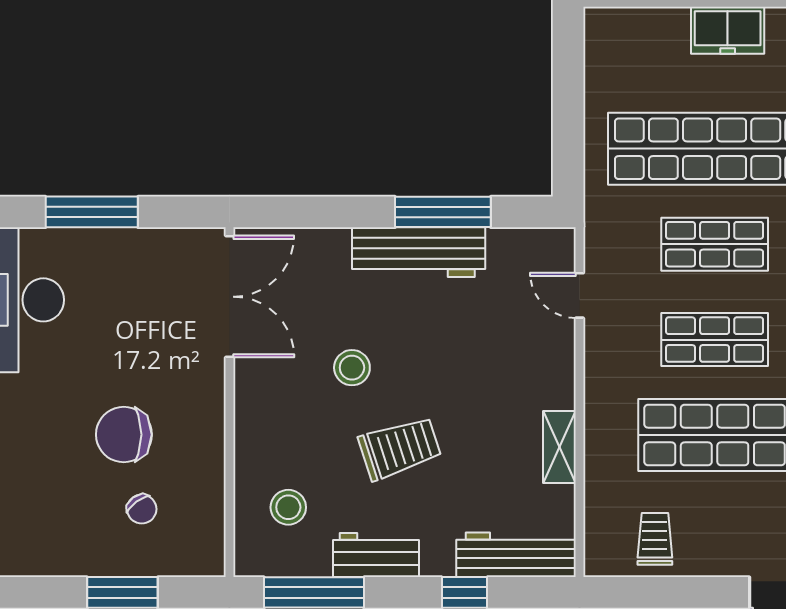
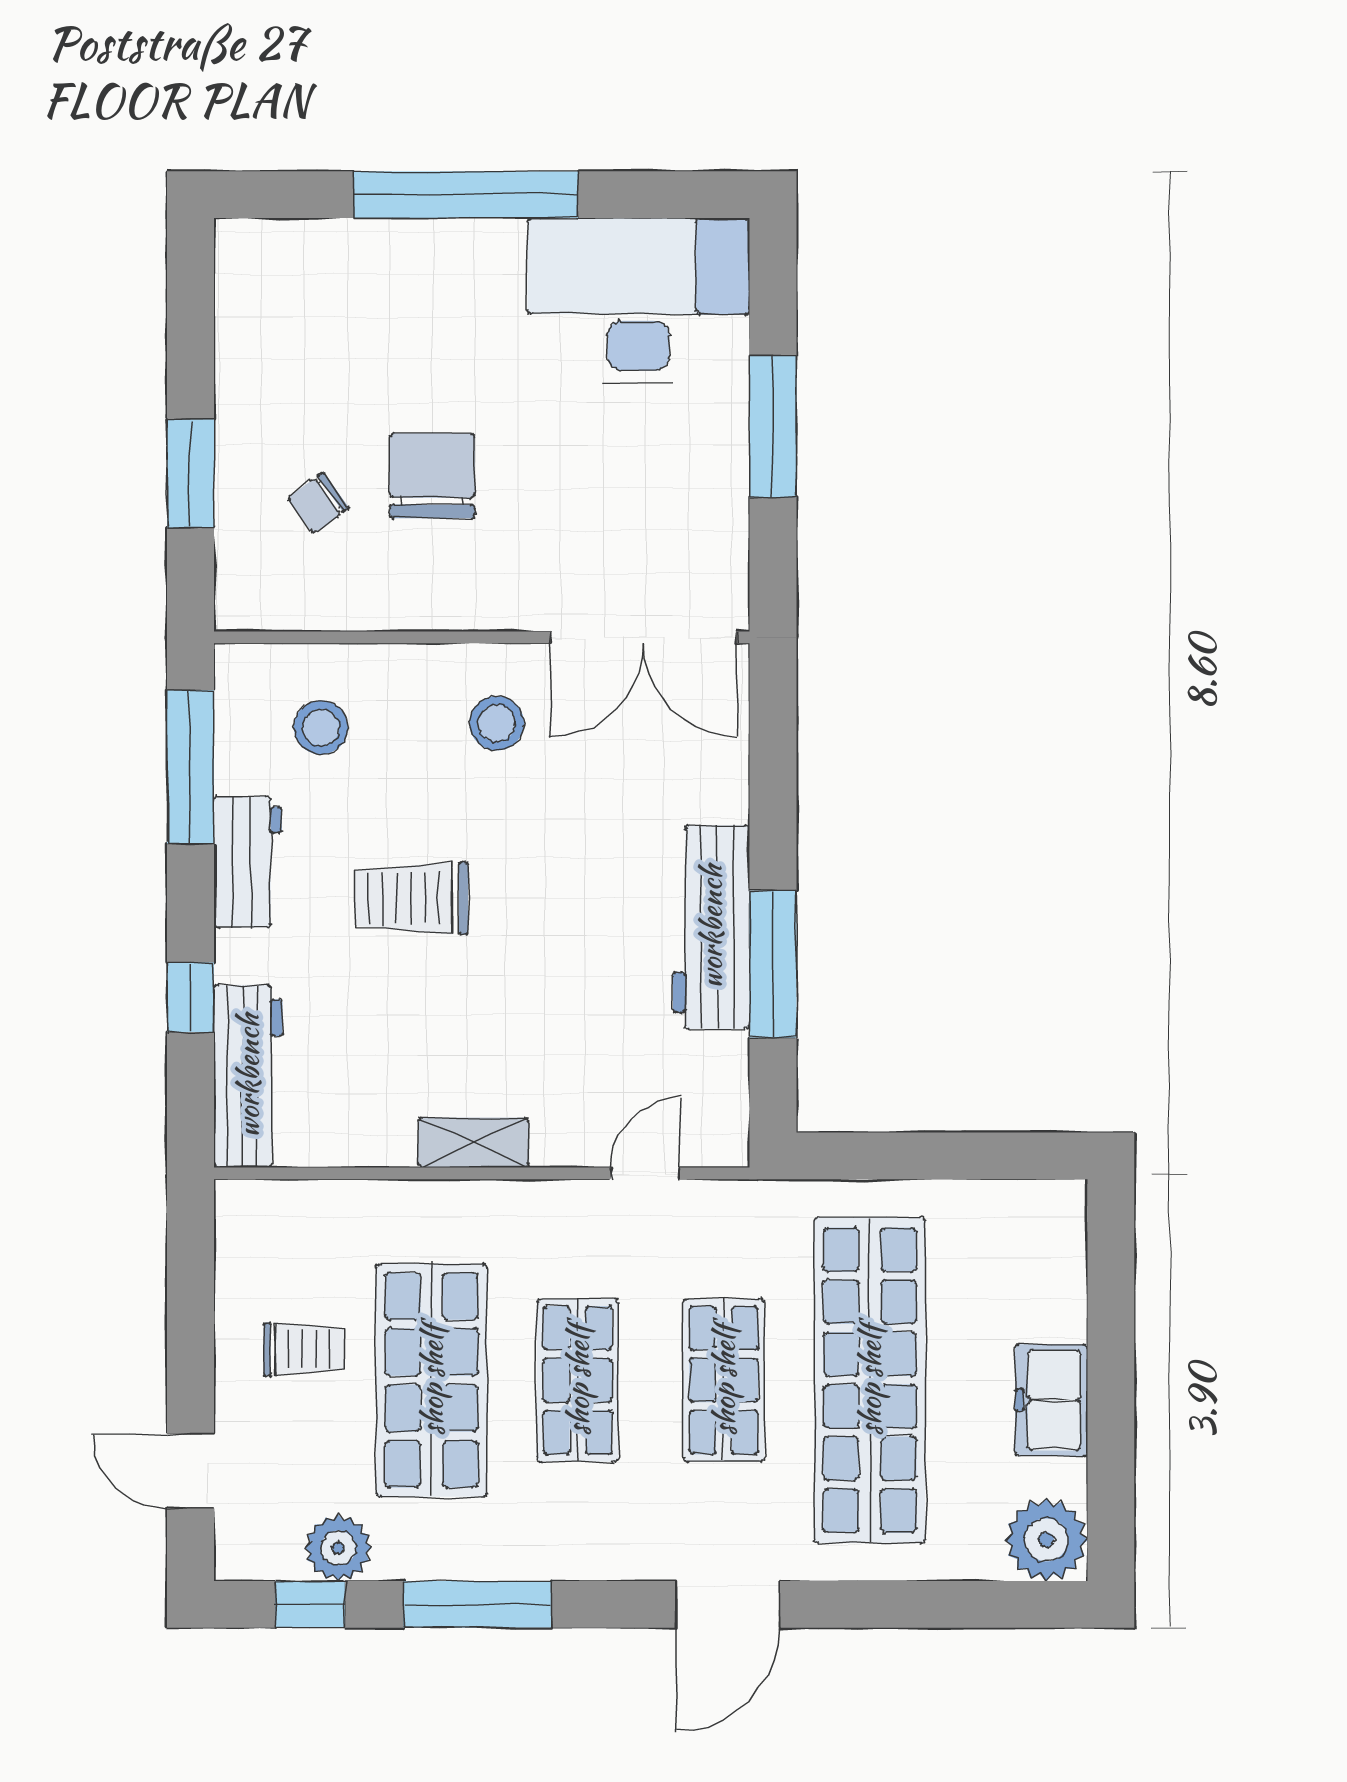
stool: (352, 368) -> (497, 723), moved
shelving: (559, 447) -> (474, 1143), moved
trolley: (400, 448) -> (411, 898), turned 108
trolley: (655, 539) -> (304, 1349), moved

